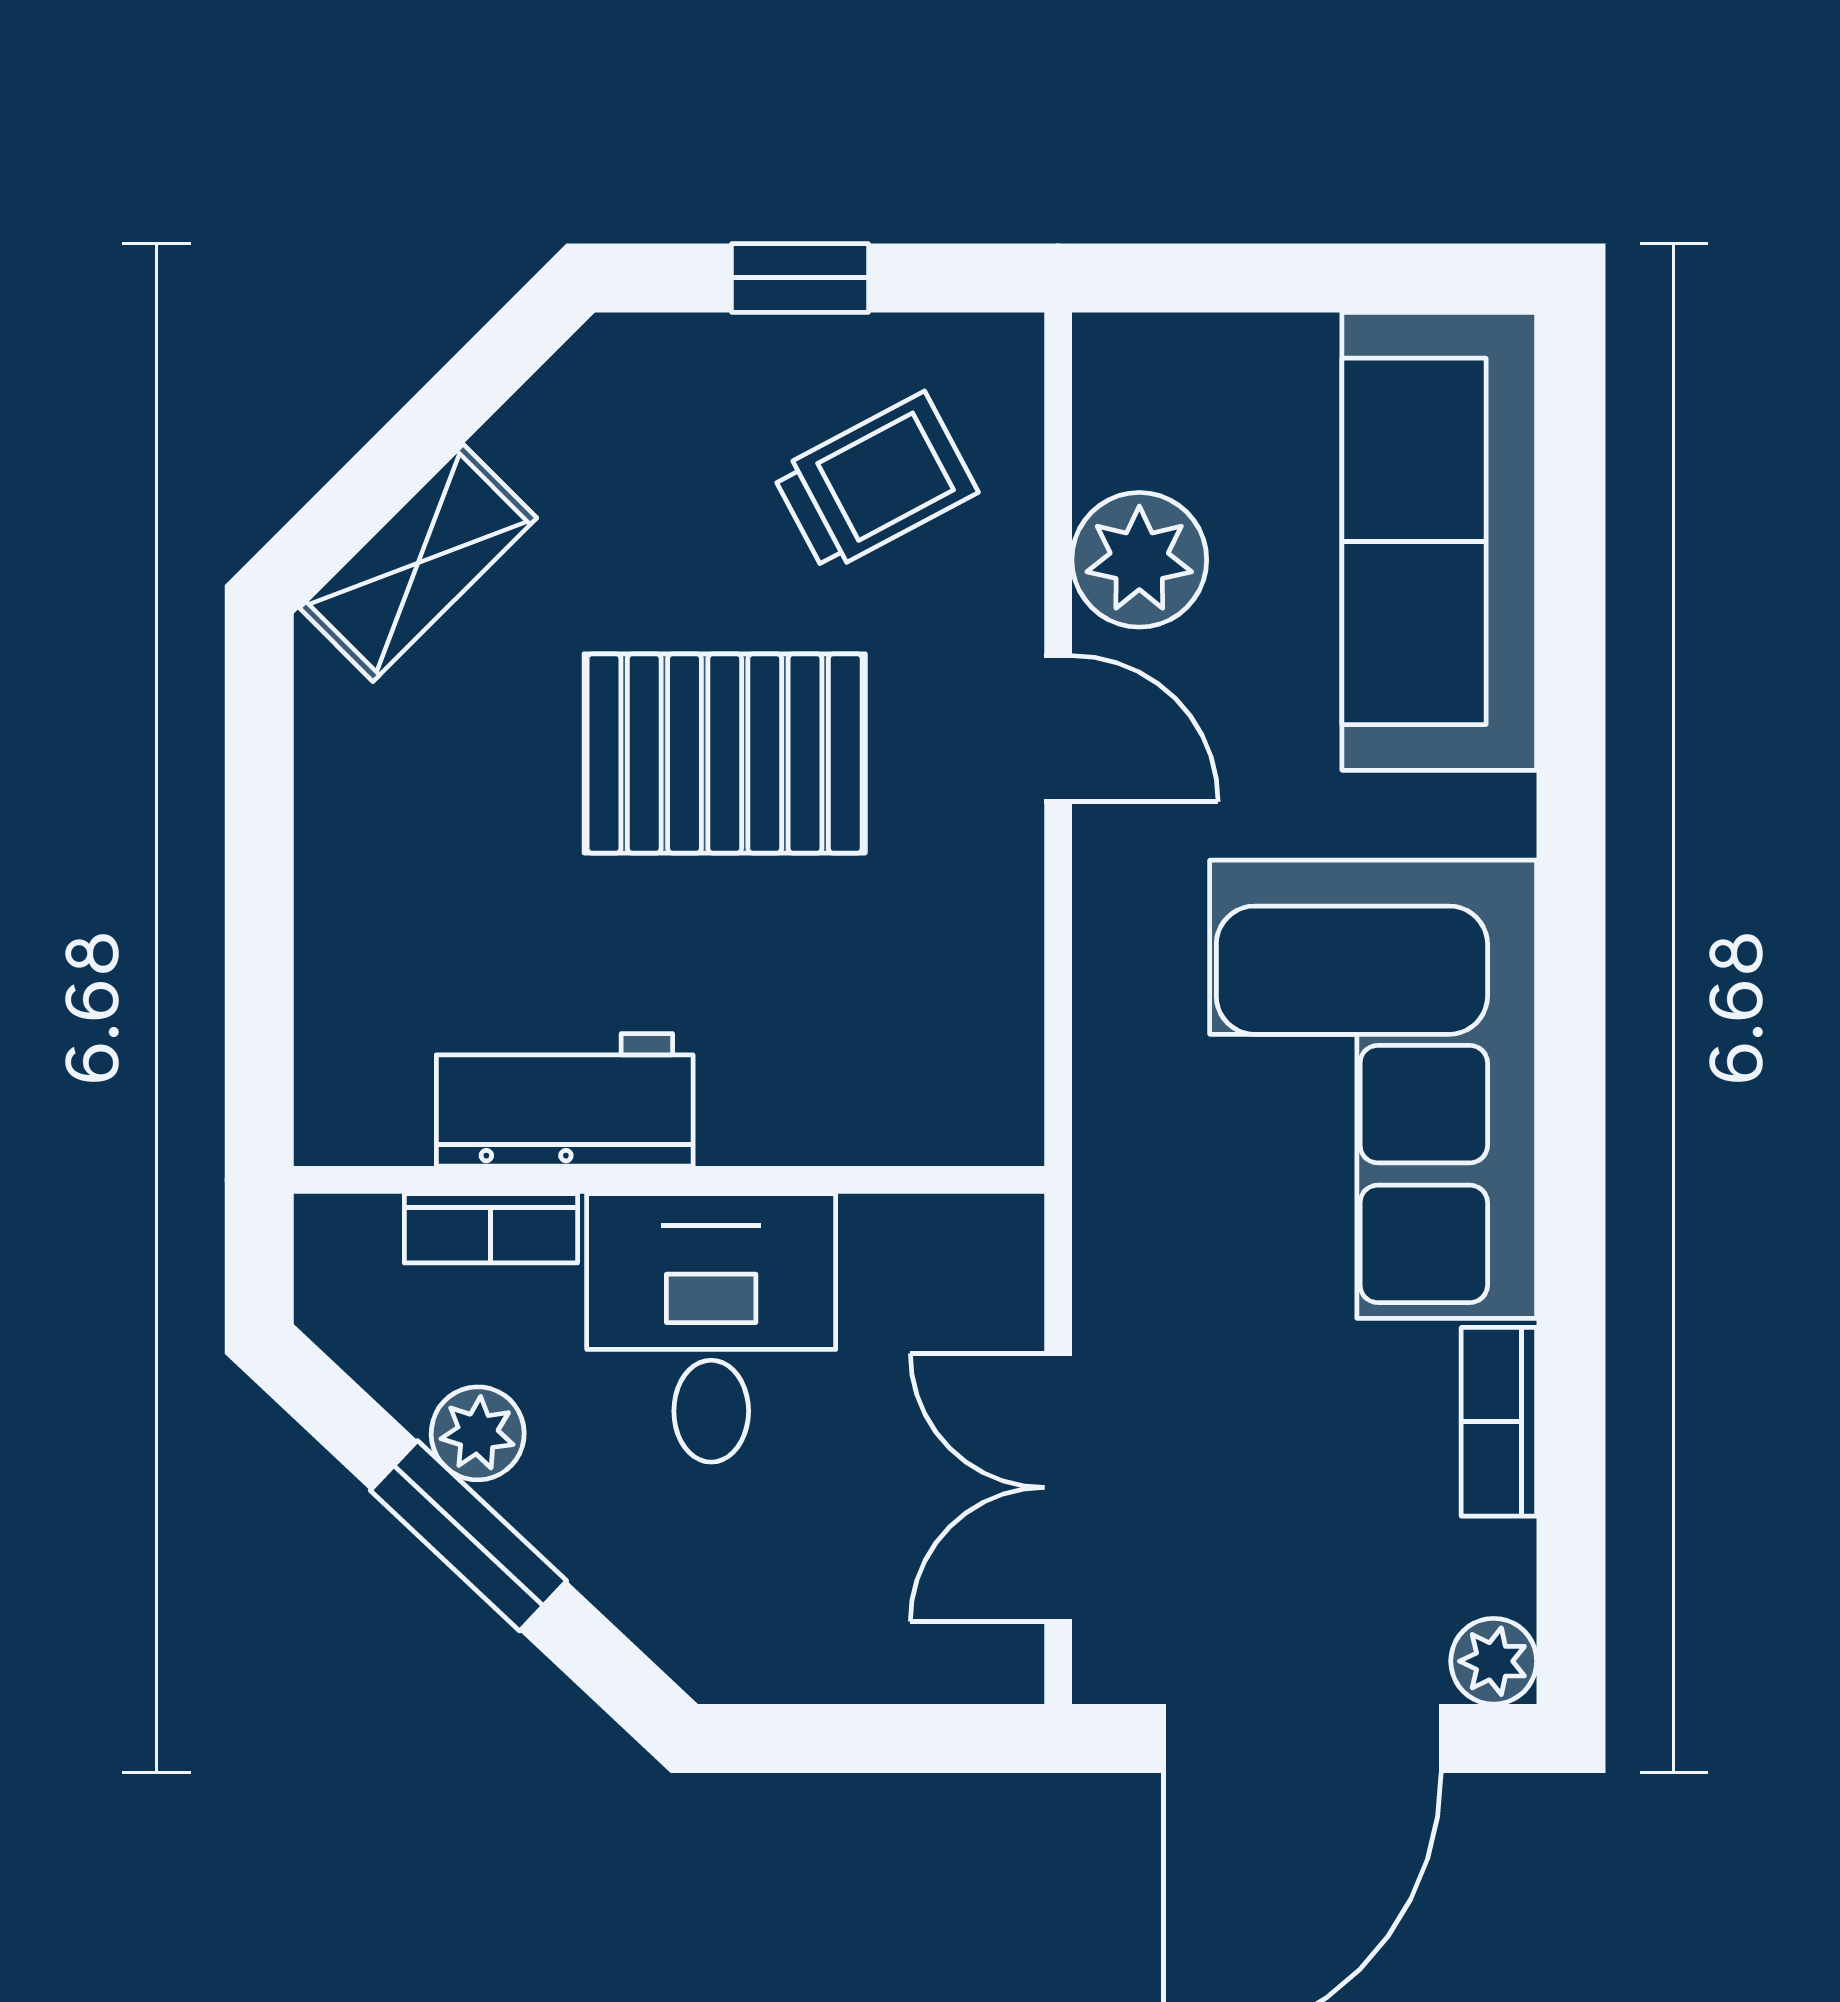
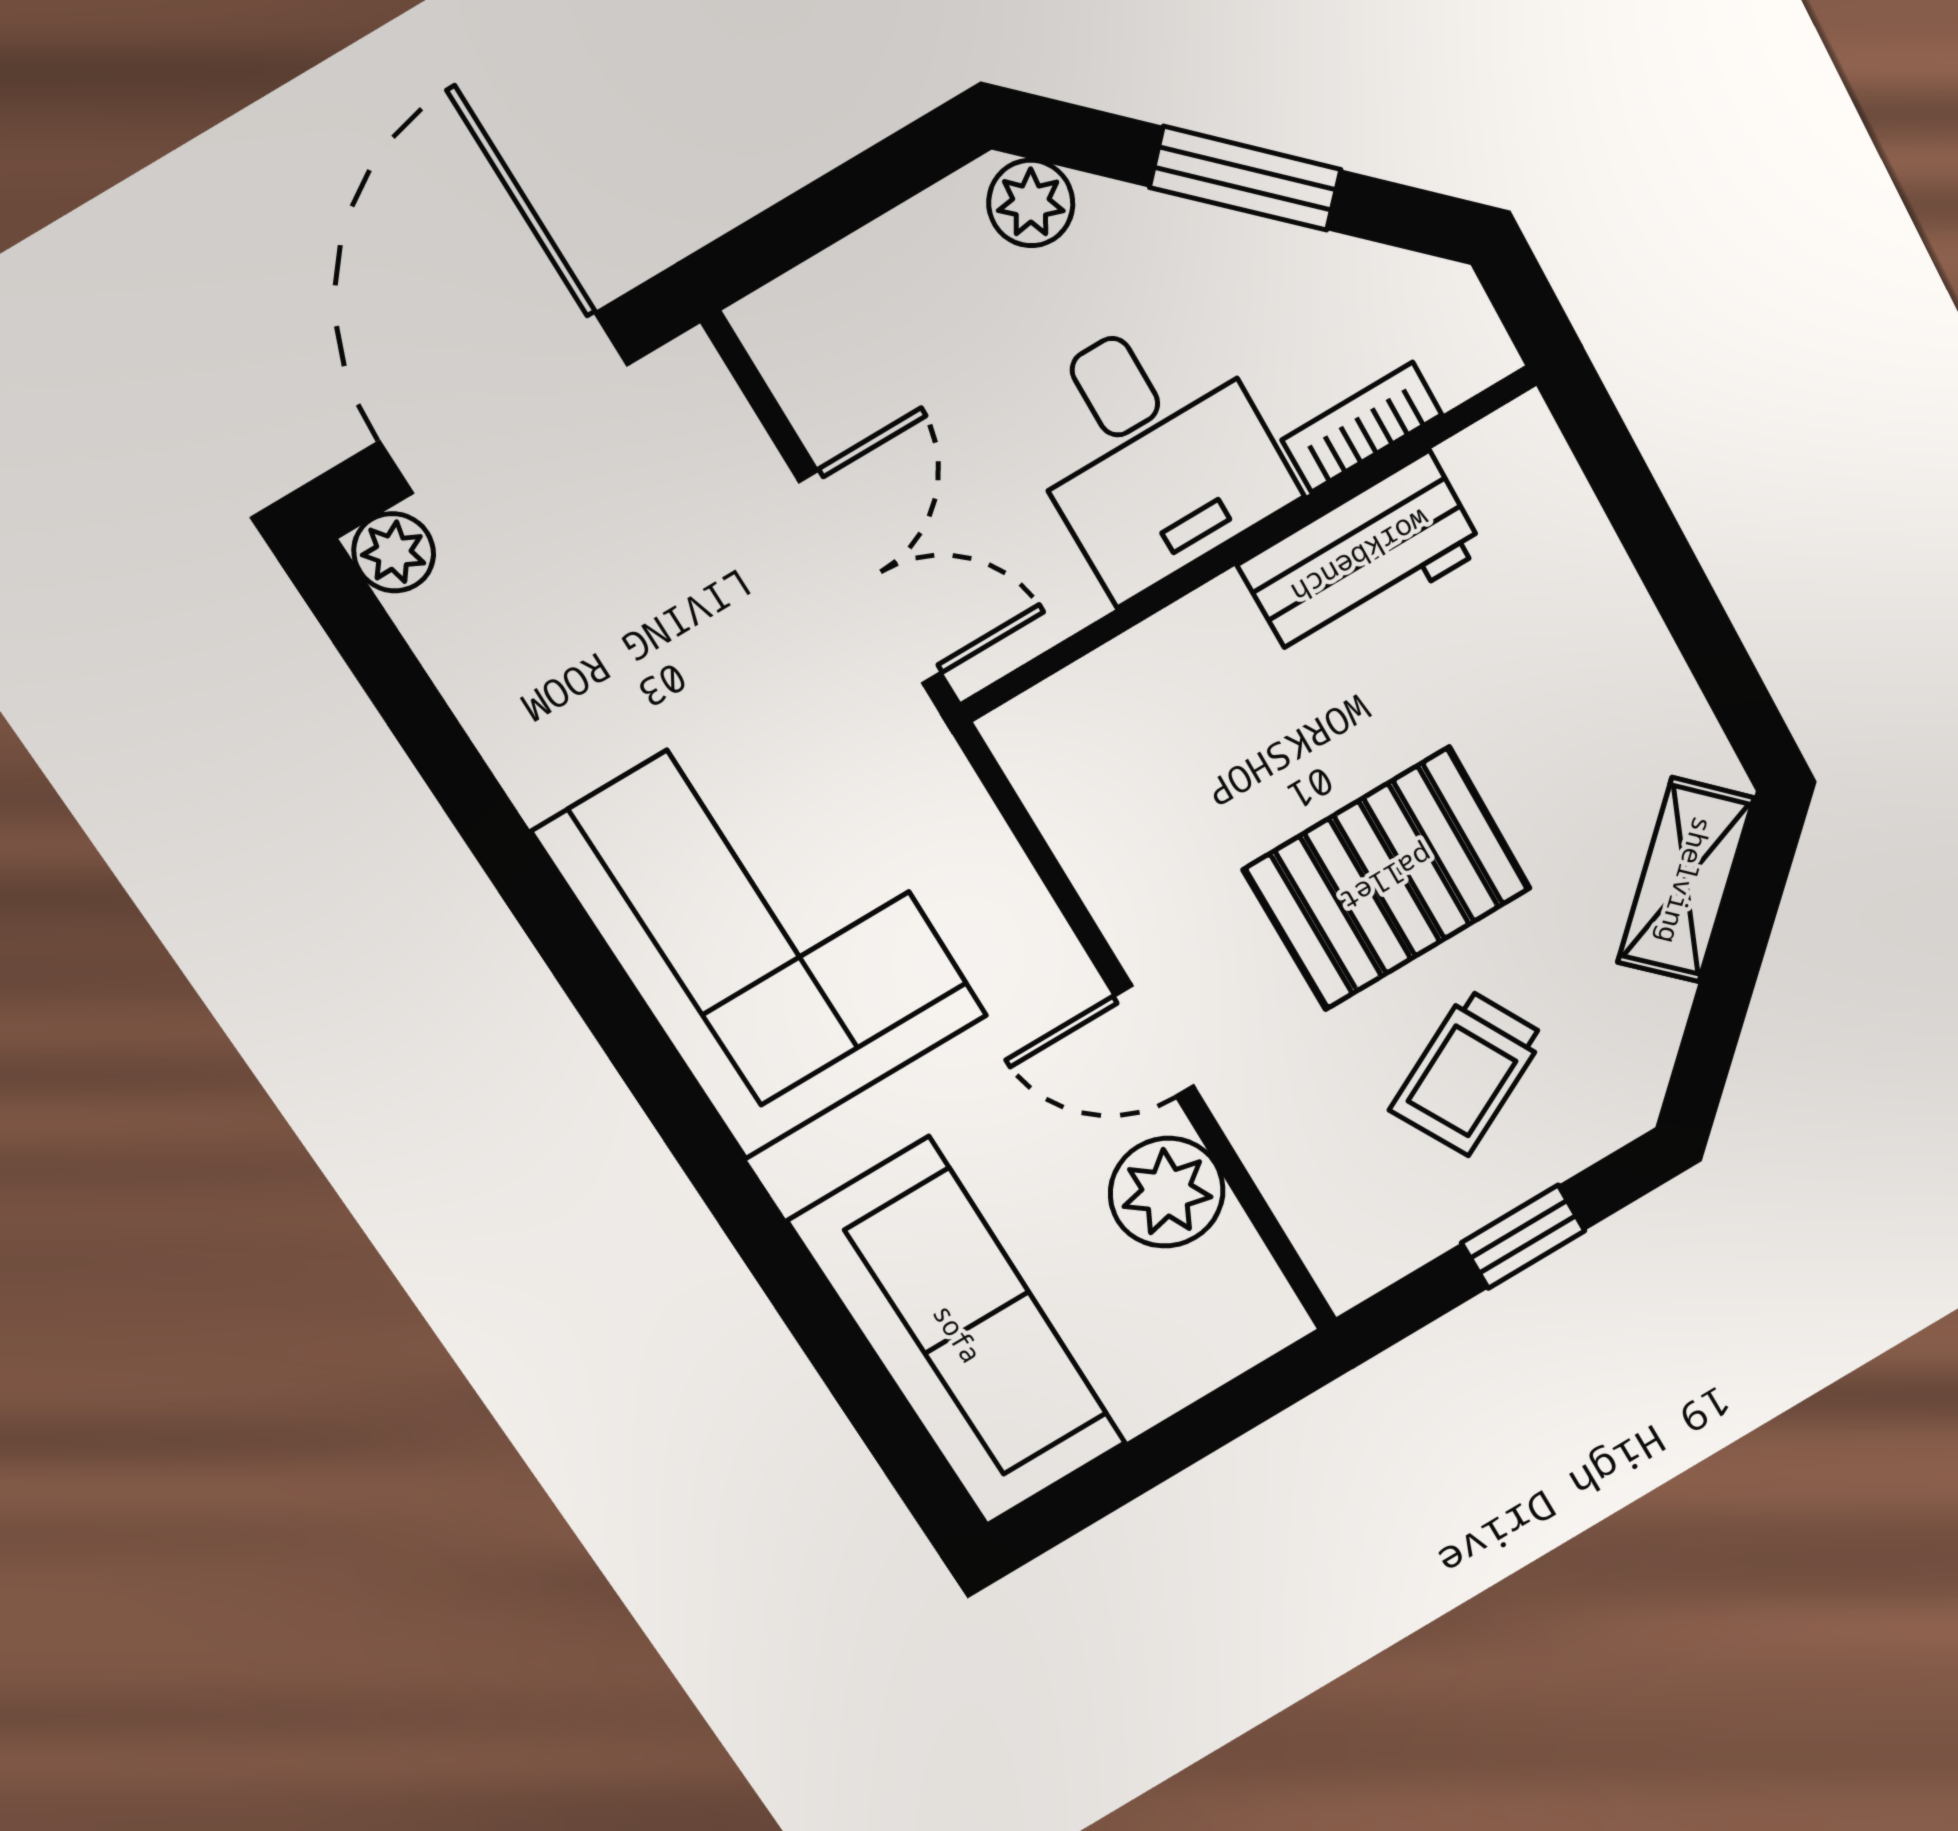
trolley: (875, 482) -> (1467, 1073), moved
bookcase: (1499, 1422) -> (509, 737), removed
plant: (478, 1433) -> (1031, 203), moved
double door: (1058, 1487) -> (871, 578), moved

